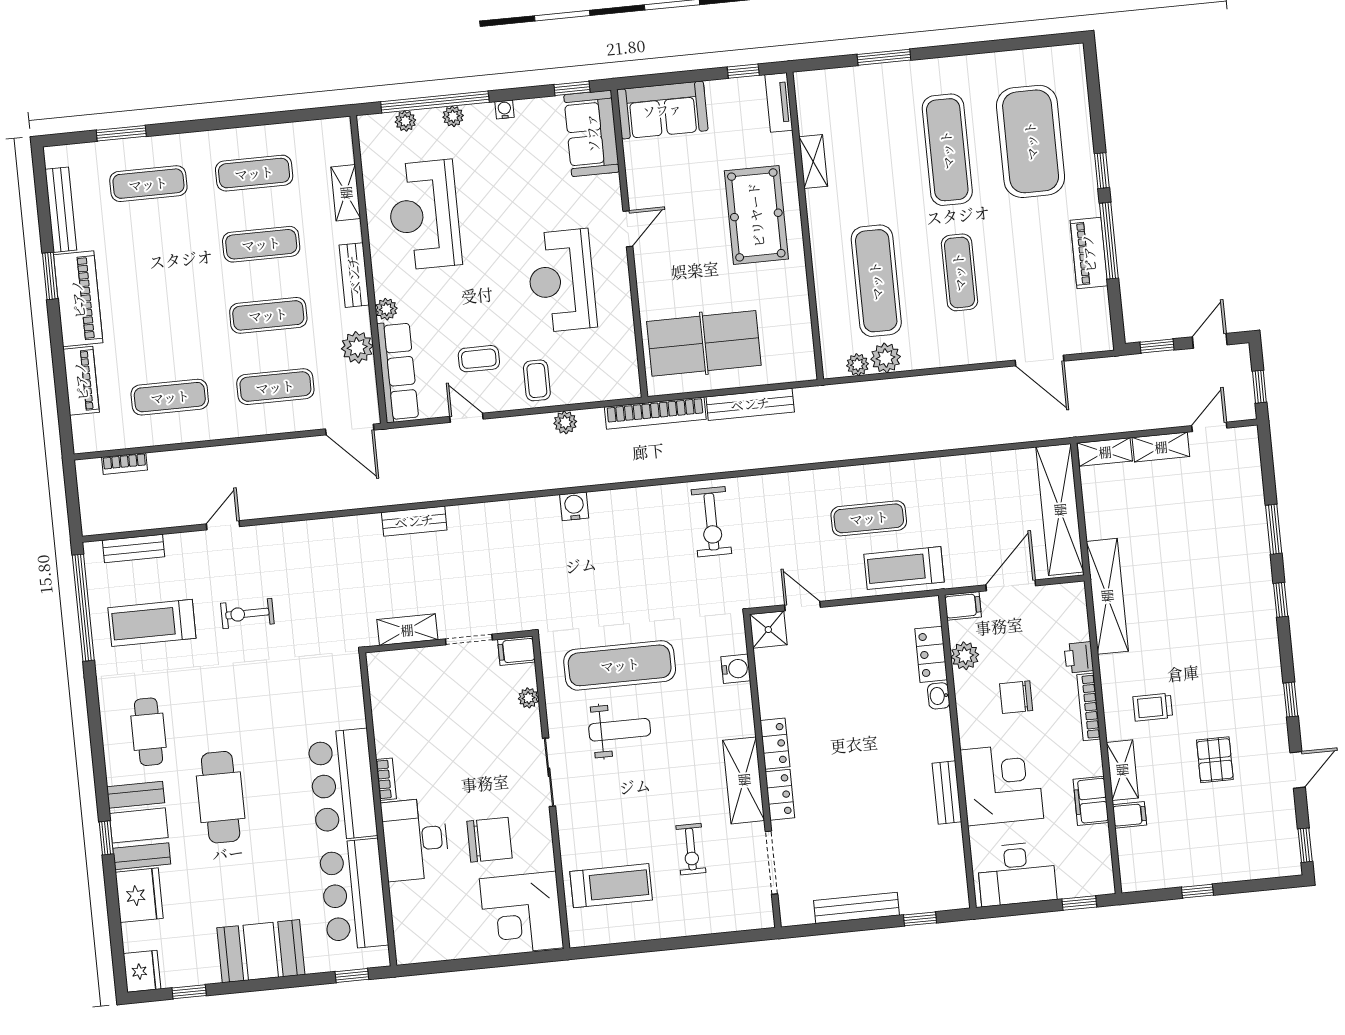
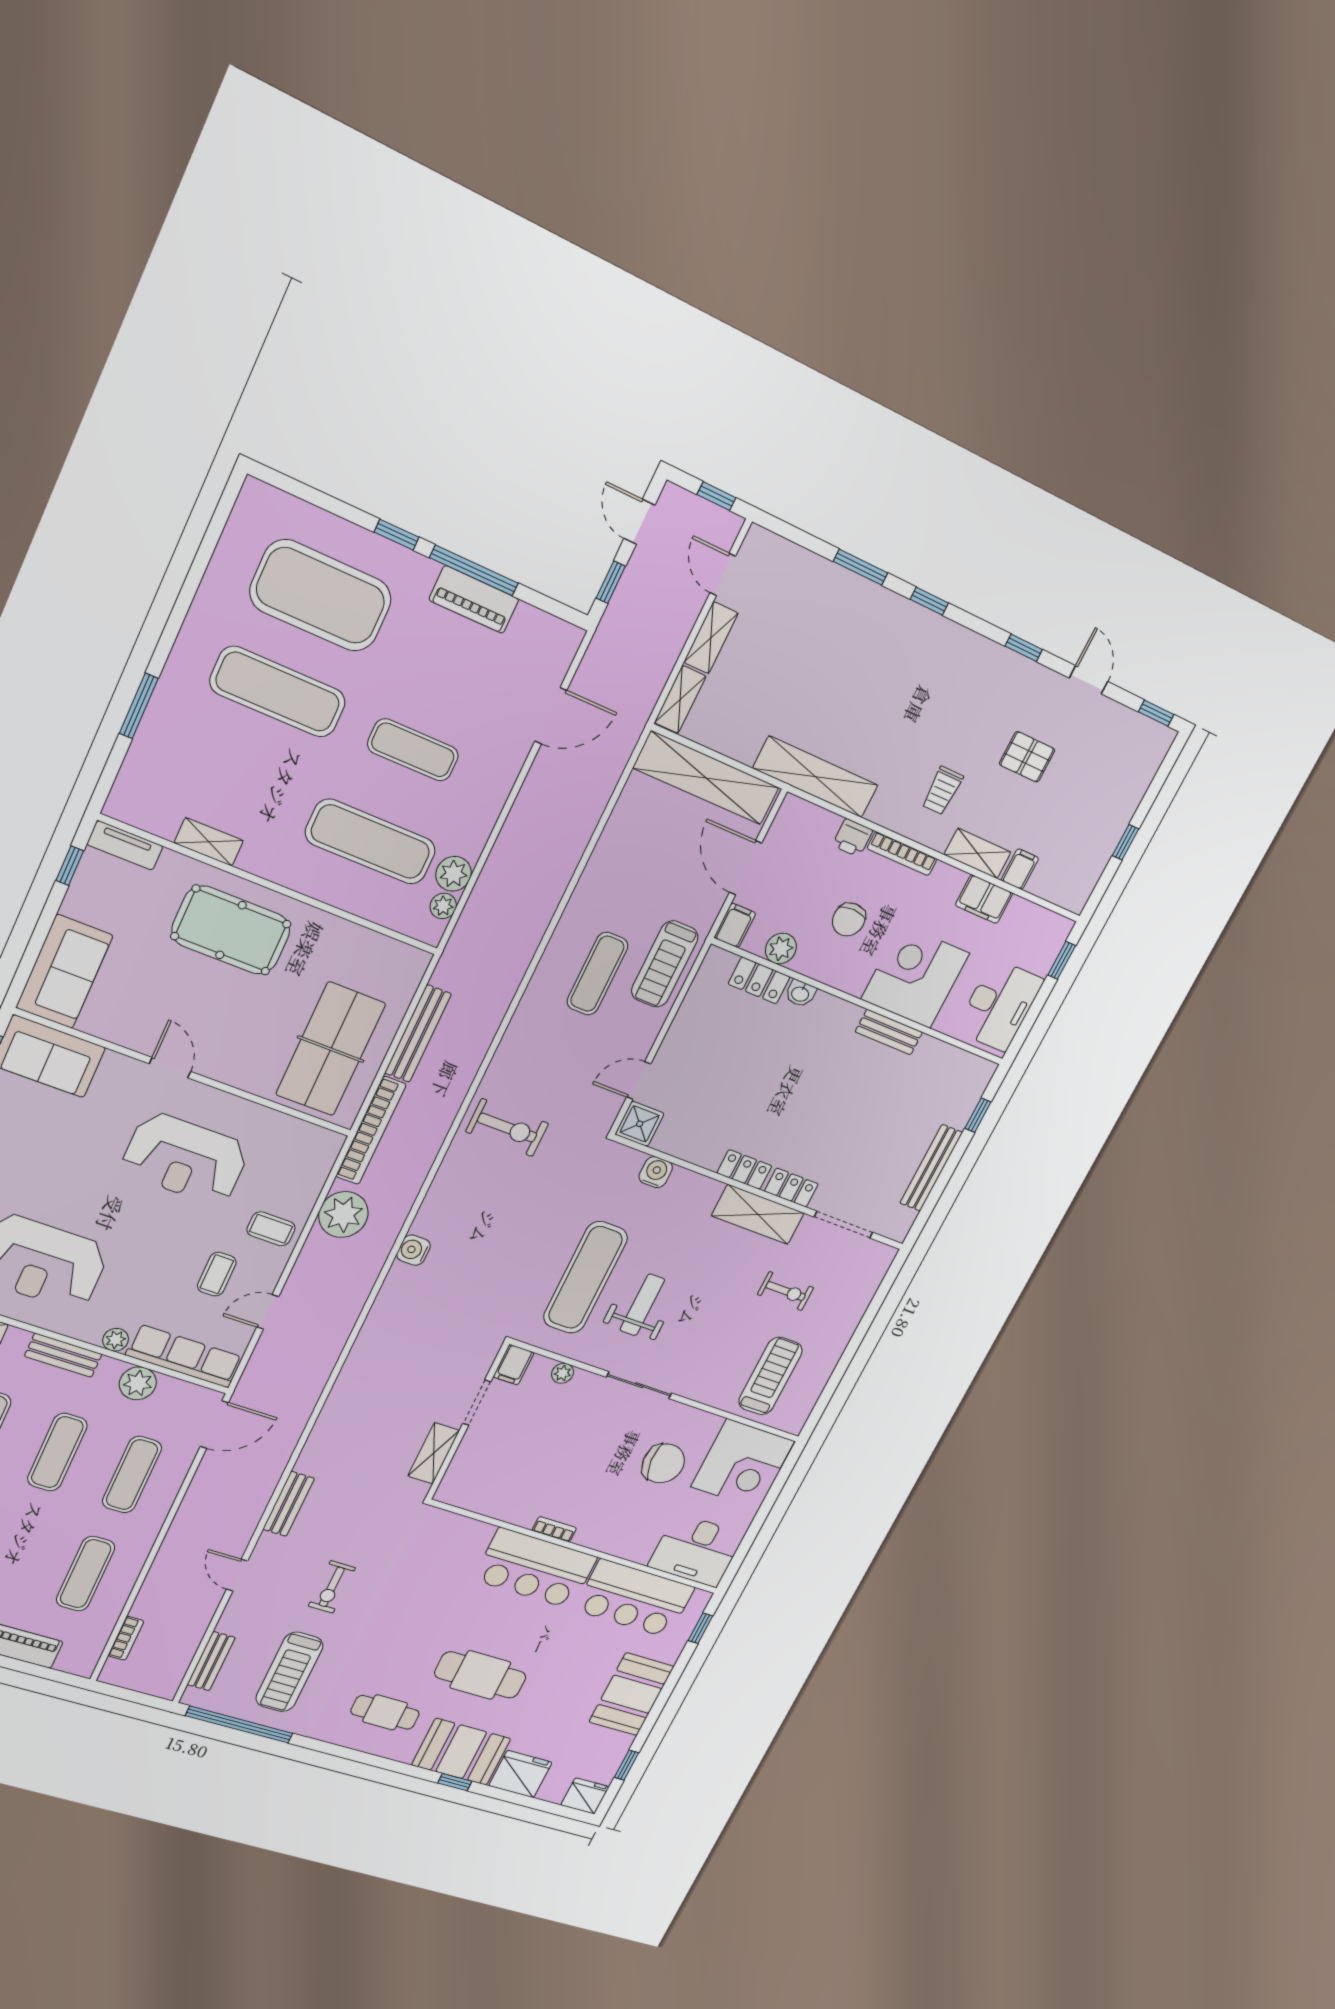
plant: (565, 422) -> (343, 1214), width x1.88, depth x1.88
bench: (414, 521) -> (289, 1504), moved
desk: (415, 839) -> (696, 1550), moved
chair: (489, 840) -> (663, 1463), turned 85

